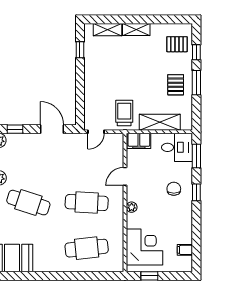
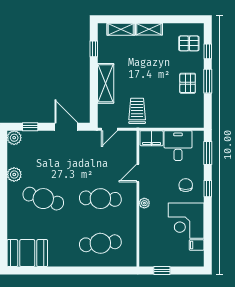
shelving: (160, 122) -> (106, 83), moved, turned 90
desk: (177, 147) -> (178, 146), moved, turned -90
corner desk: (144, 247) -> (186, 221), moved, turned 180

